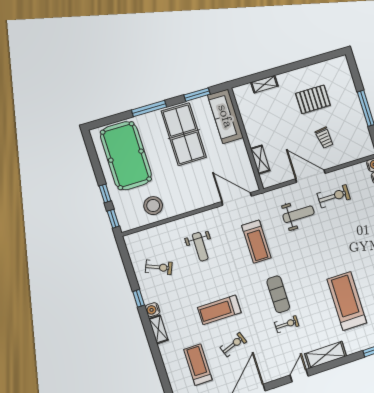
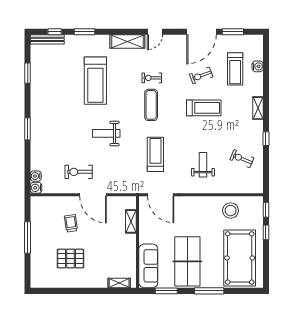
shelving: (264, 84) -> (119, 283), moved
weight bench: (298, 214) -> (106, 133), moved
water cooler: (153, 310) -> (258, 66), moved

